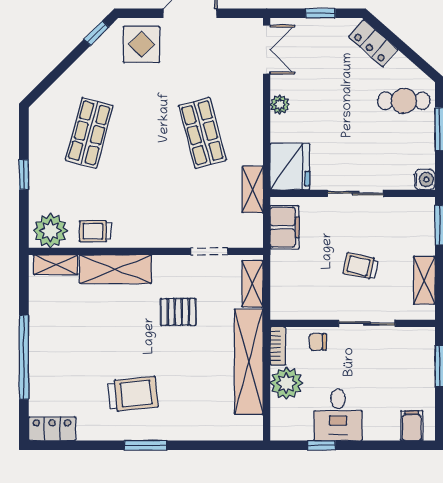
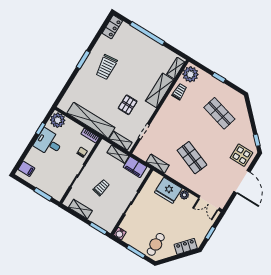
shop shelf: (202, 133) -> (192, 158), turned 36
fridge: (290, 167) -> (168, 190), moved
shelving: (280, 273) -> (118, 154), added
plant: (286, 383) -> (58, 120), moved

